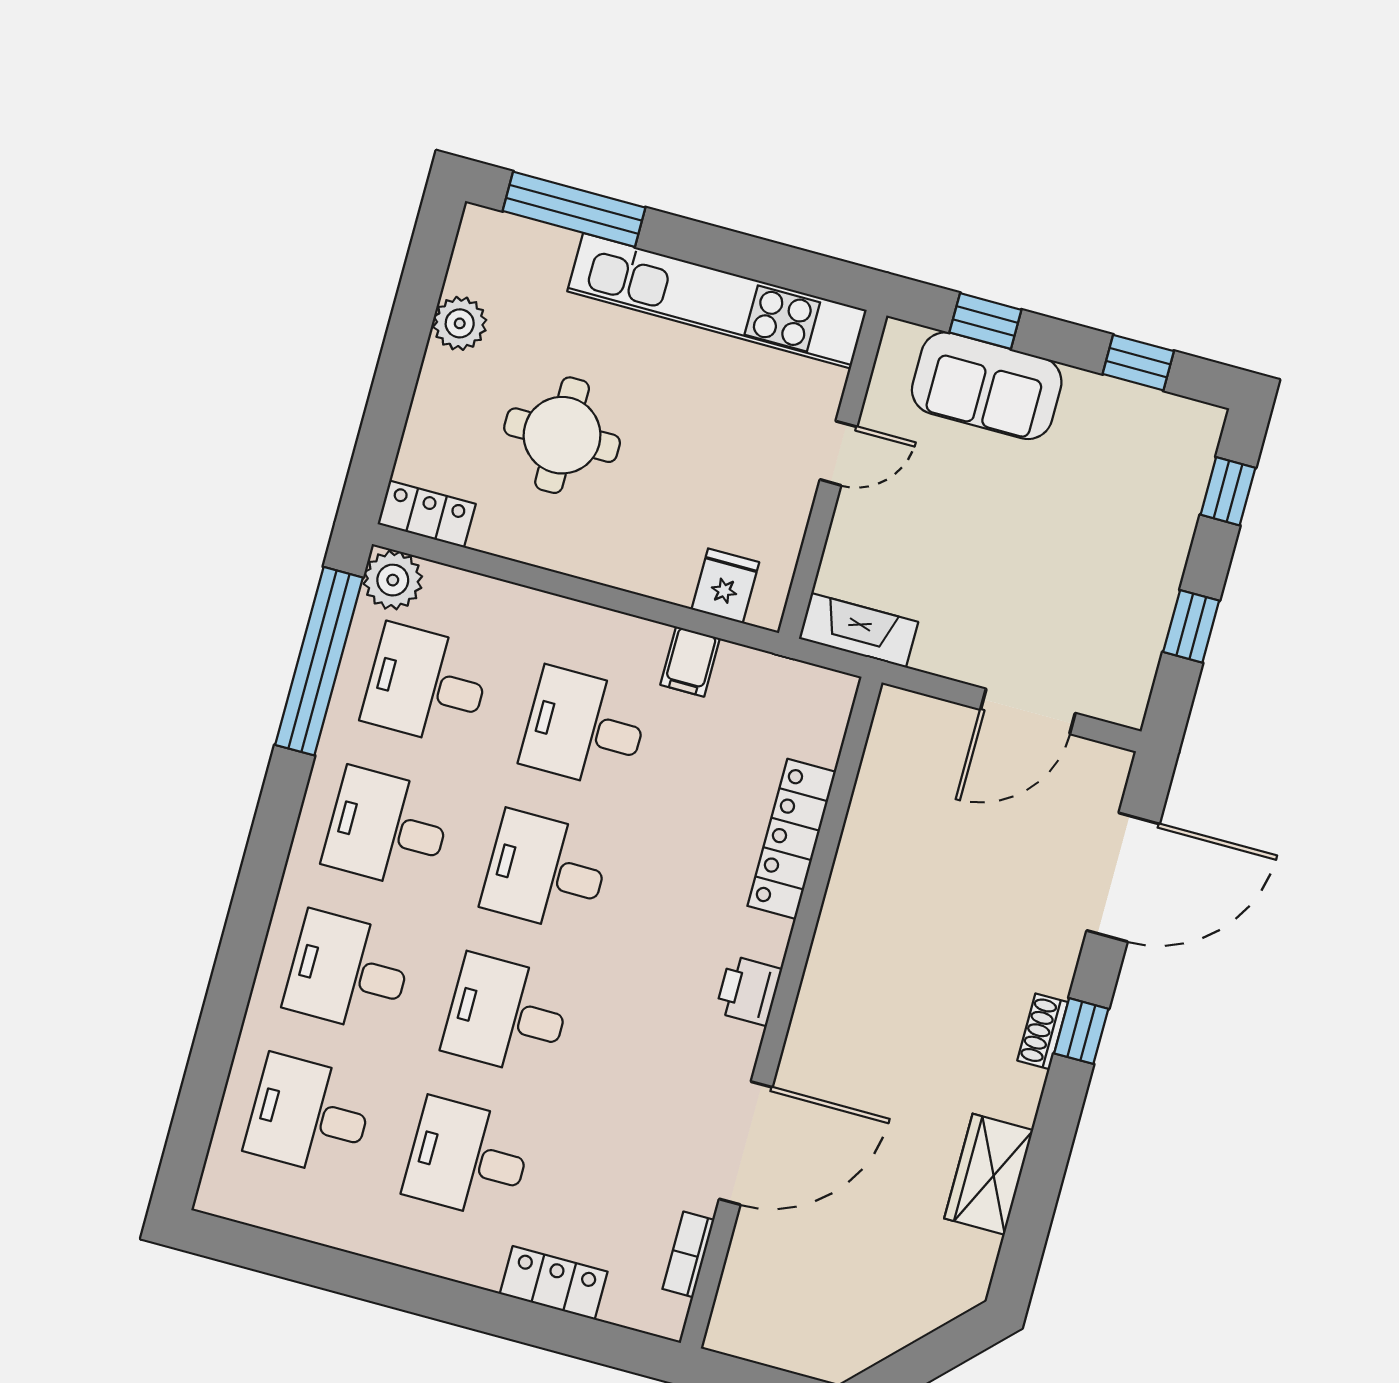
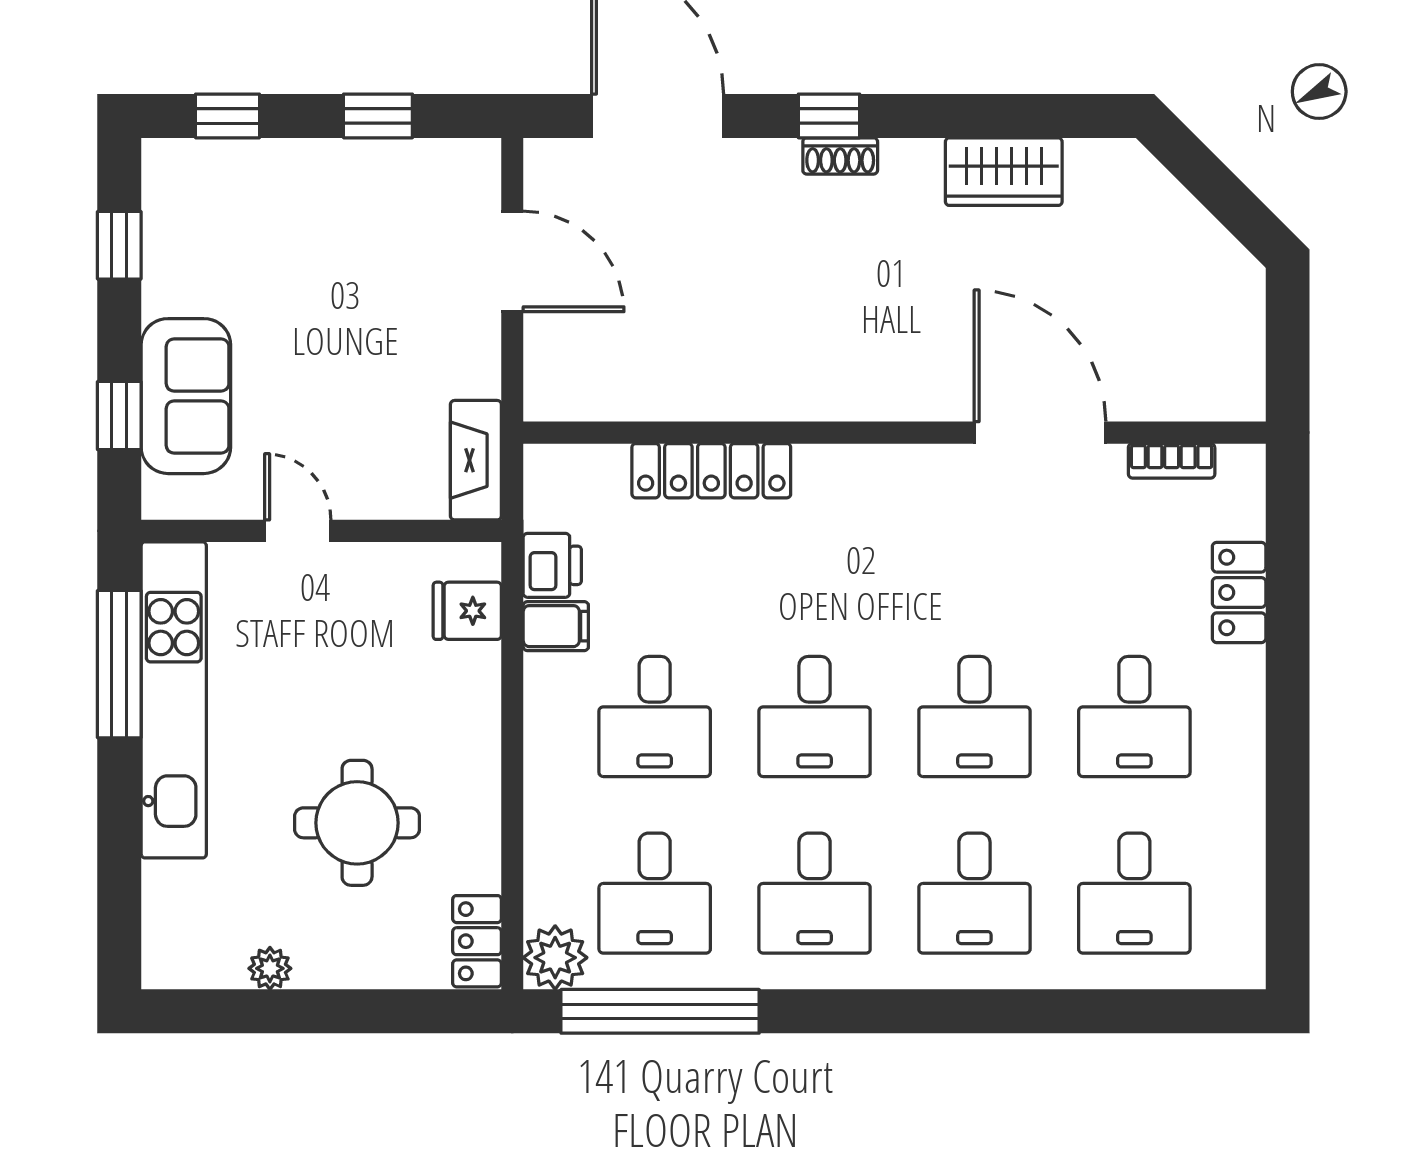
window: (574, 209) -> (119, 664), moved
plant: (460, 323) -> (270, 968), width x0.73, depth x0.73
printer: (749, 991) -> (552, 565), moved, turned -90

